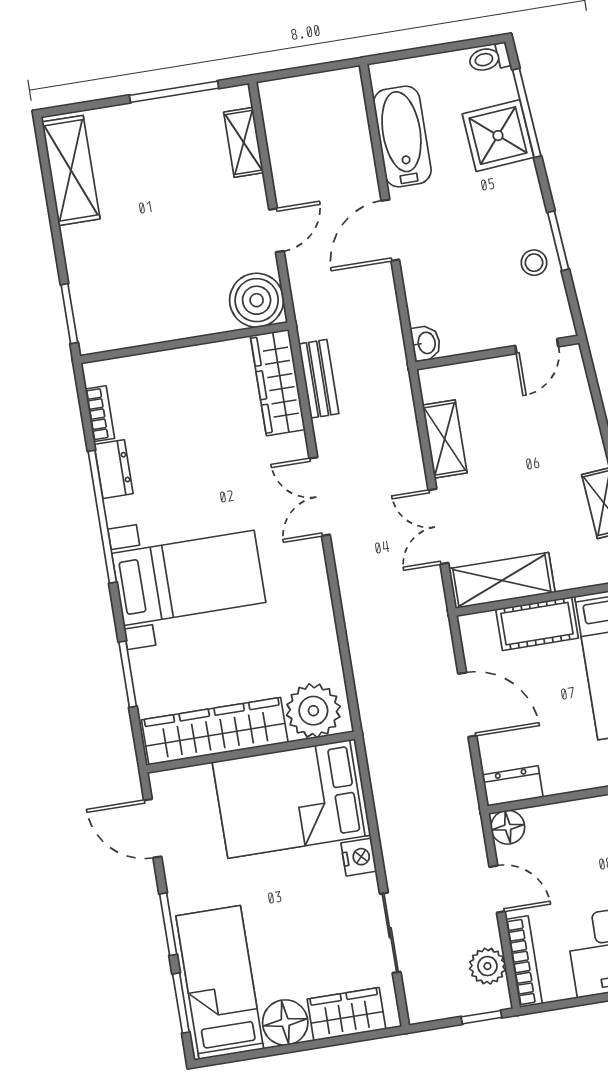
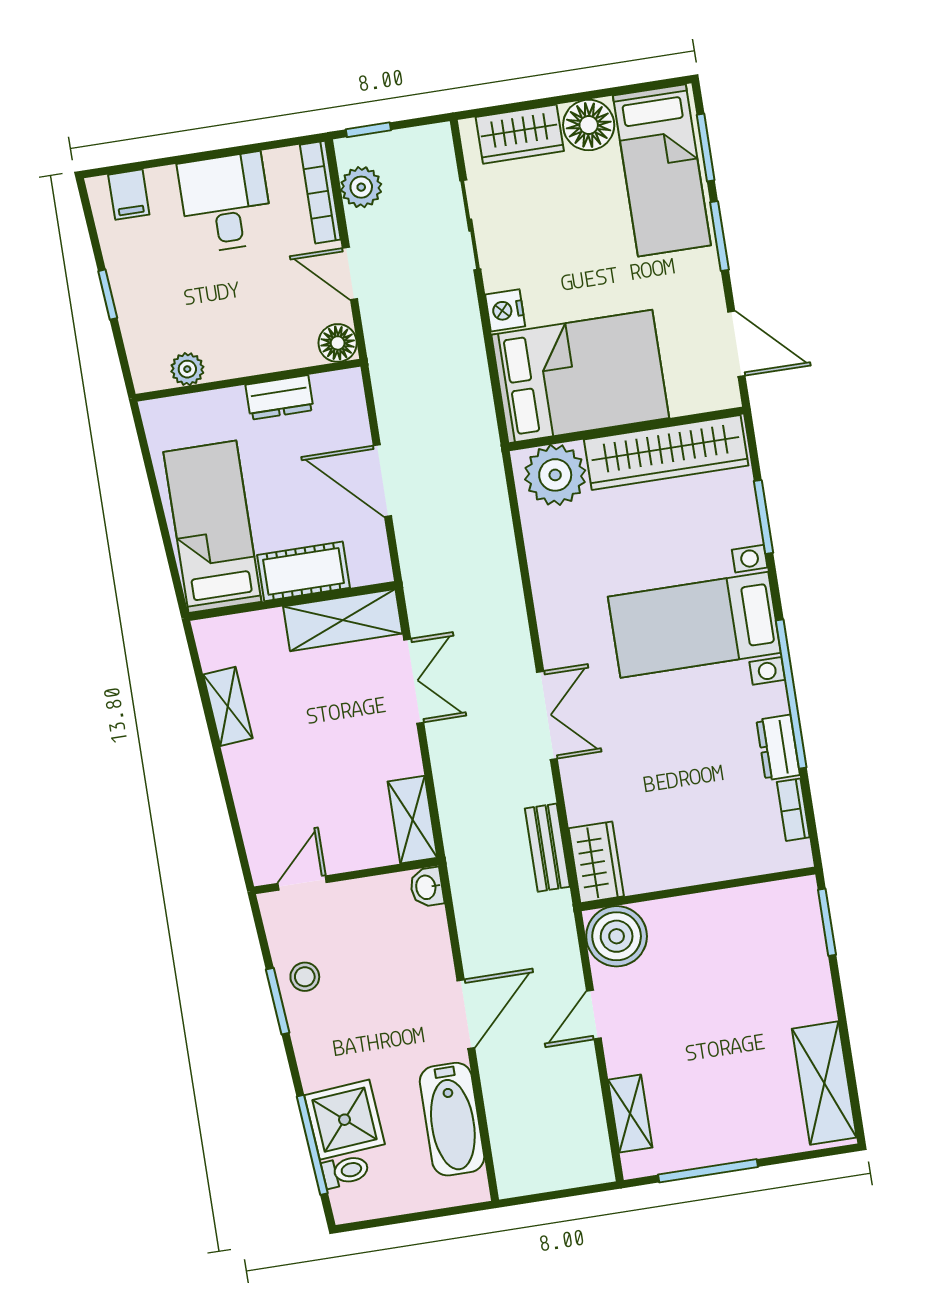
toilet: (489, 58) -> (345, 1171), moved
wardrobe: (278, 383) -> (596, 862), width x0.67
shelving: (445, 439) -> (413, 820), moved
dresser: (513, 786) -> (280, 397), moved

